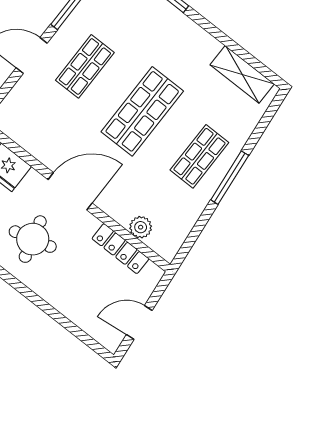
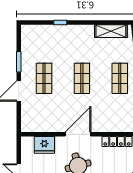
shop shelf: (142, 111) -> (82, 78), width x0.70, depth x0.74
plant: (141, 227) -> (118, 126), removed

